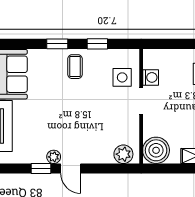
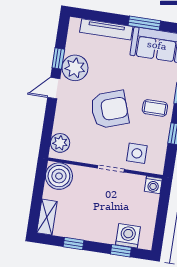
washing machine: (151, 77) -> (153, 185), moved
armchair: (83, 111) -> (110, 109), added
plant: (54, 157) -> (75, 68), width x1.88, depth x1.88

